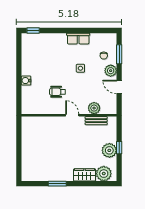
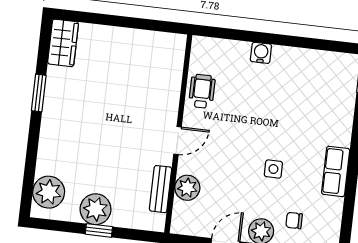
wheelchair: (57, 92) -> (202, 91), moved
wardrobe: (85, 175) -> (63, 43), moved

